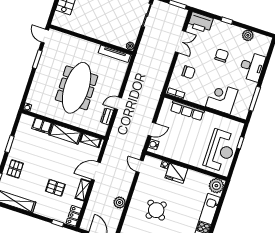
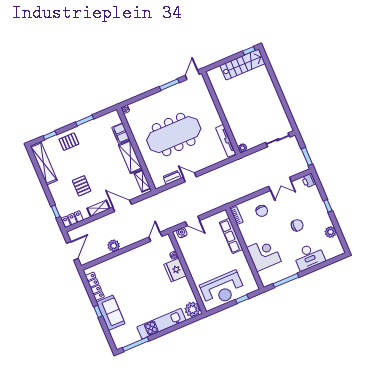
printer: (200, 22) -> (309, 180), width x0.53, depth x0.68
round table: (156, 210) -> (133, 279), removed

